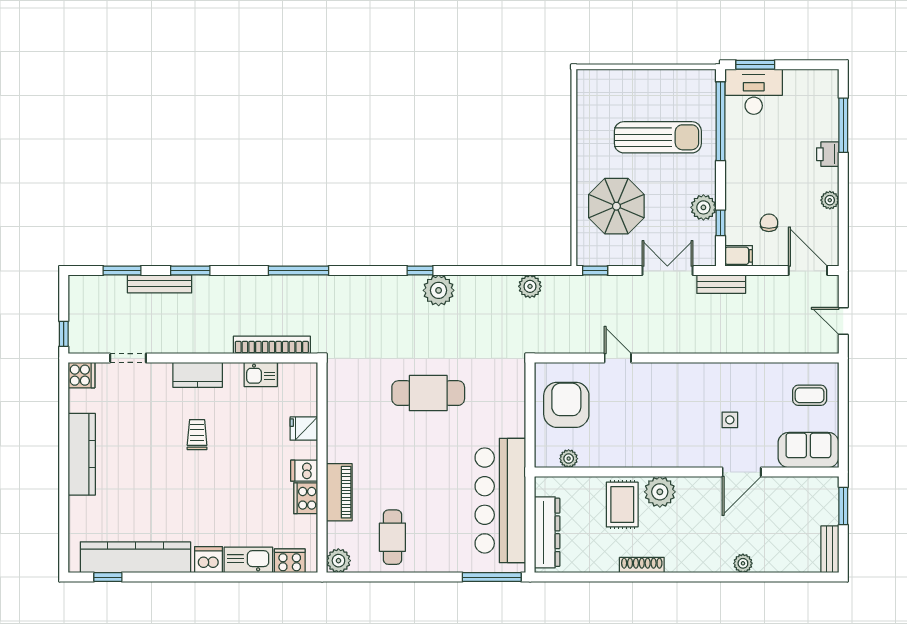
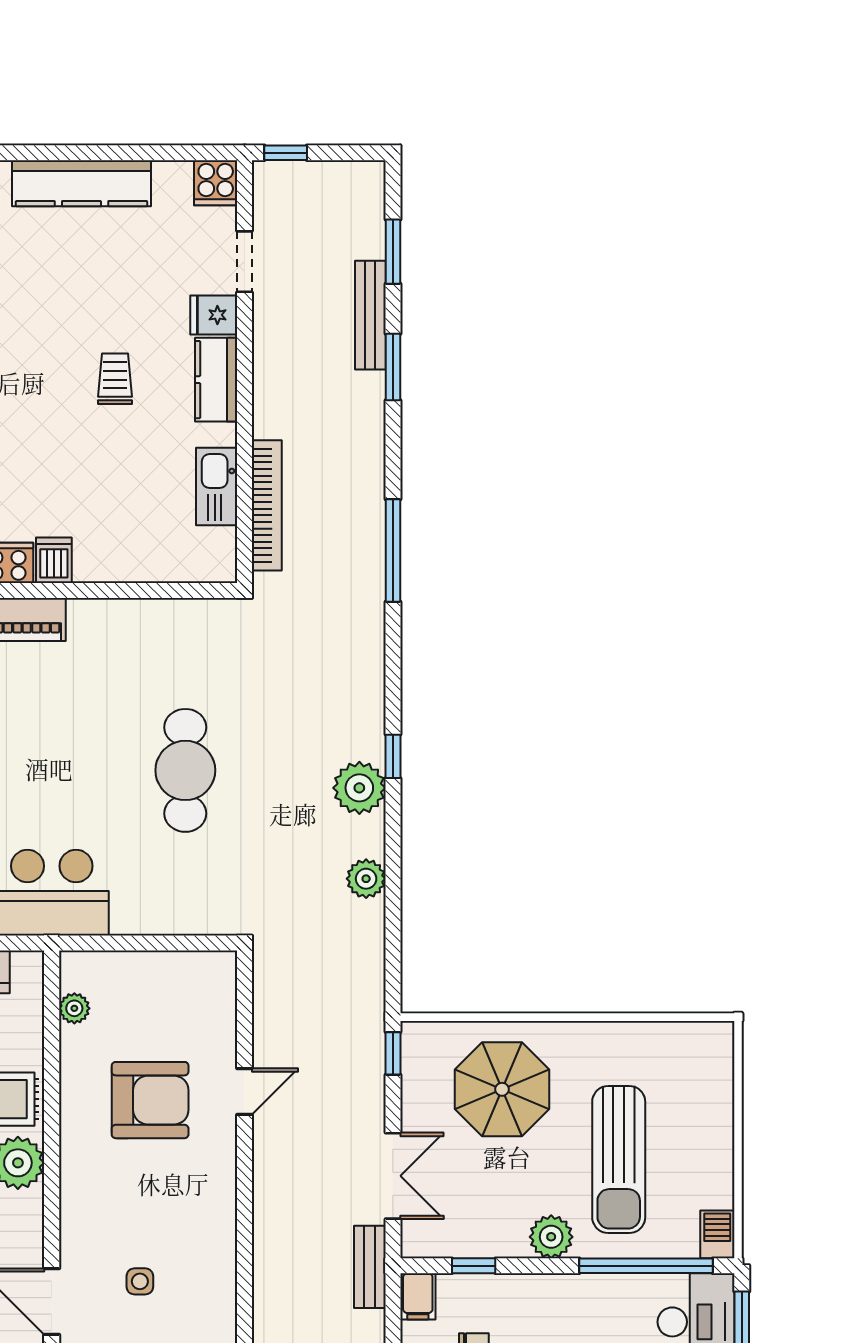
barbecue: (702, 79) -> (717, 1234), added
plant: (703, 207) -> (551, 1237), moved
plant: (530, 286) -> (366, 879), moved
kitchen sink: (261, 375) -> (217, 487), width x1.38
armchair: (566, 405) -> (150, 1100), moved
fridge: (304, 429) -> (214, 315), moved, turned -90
trolley: (197, 435) -> (115, 379), turned -90

